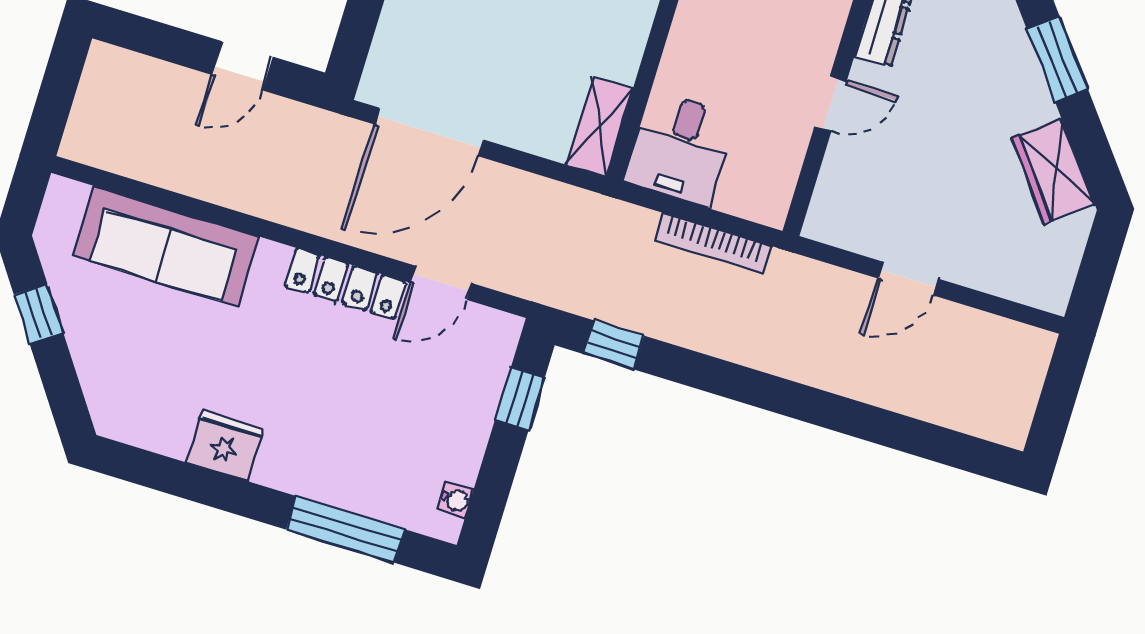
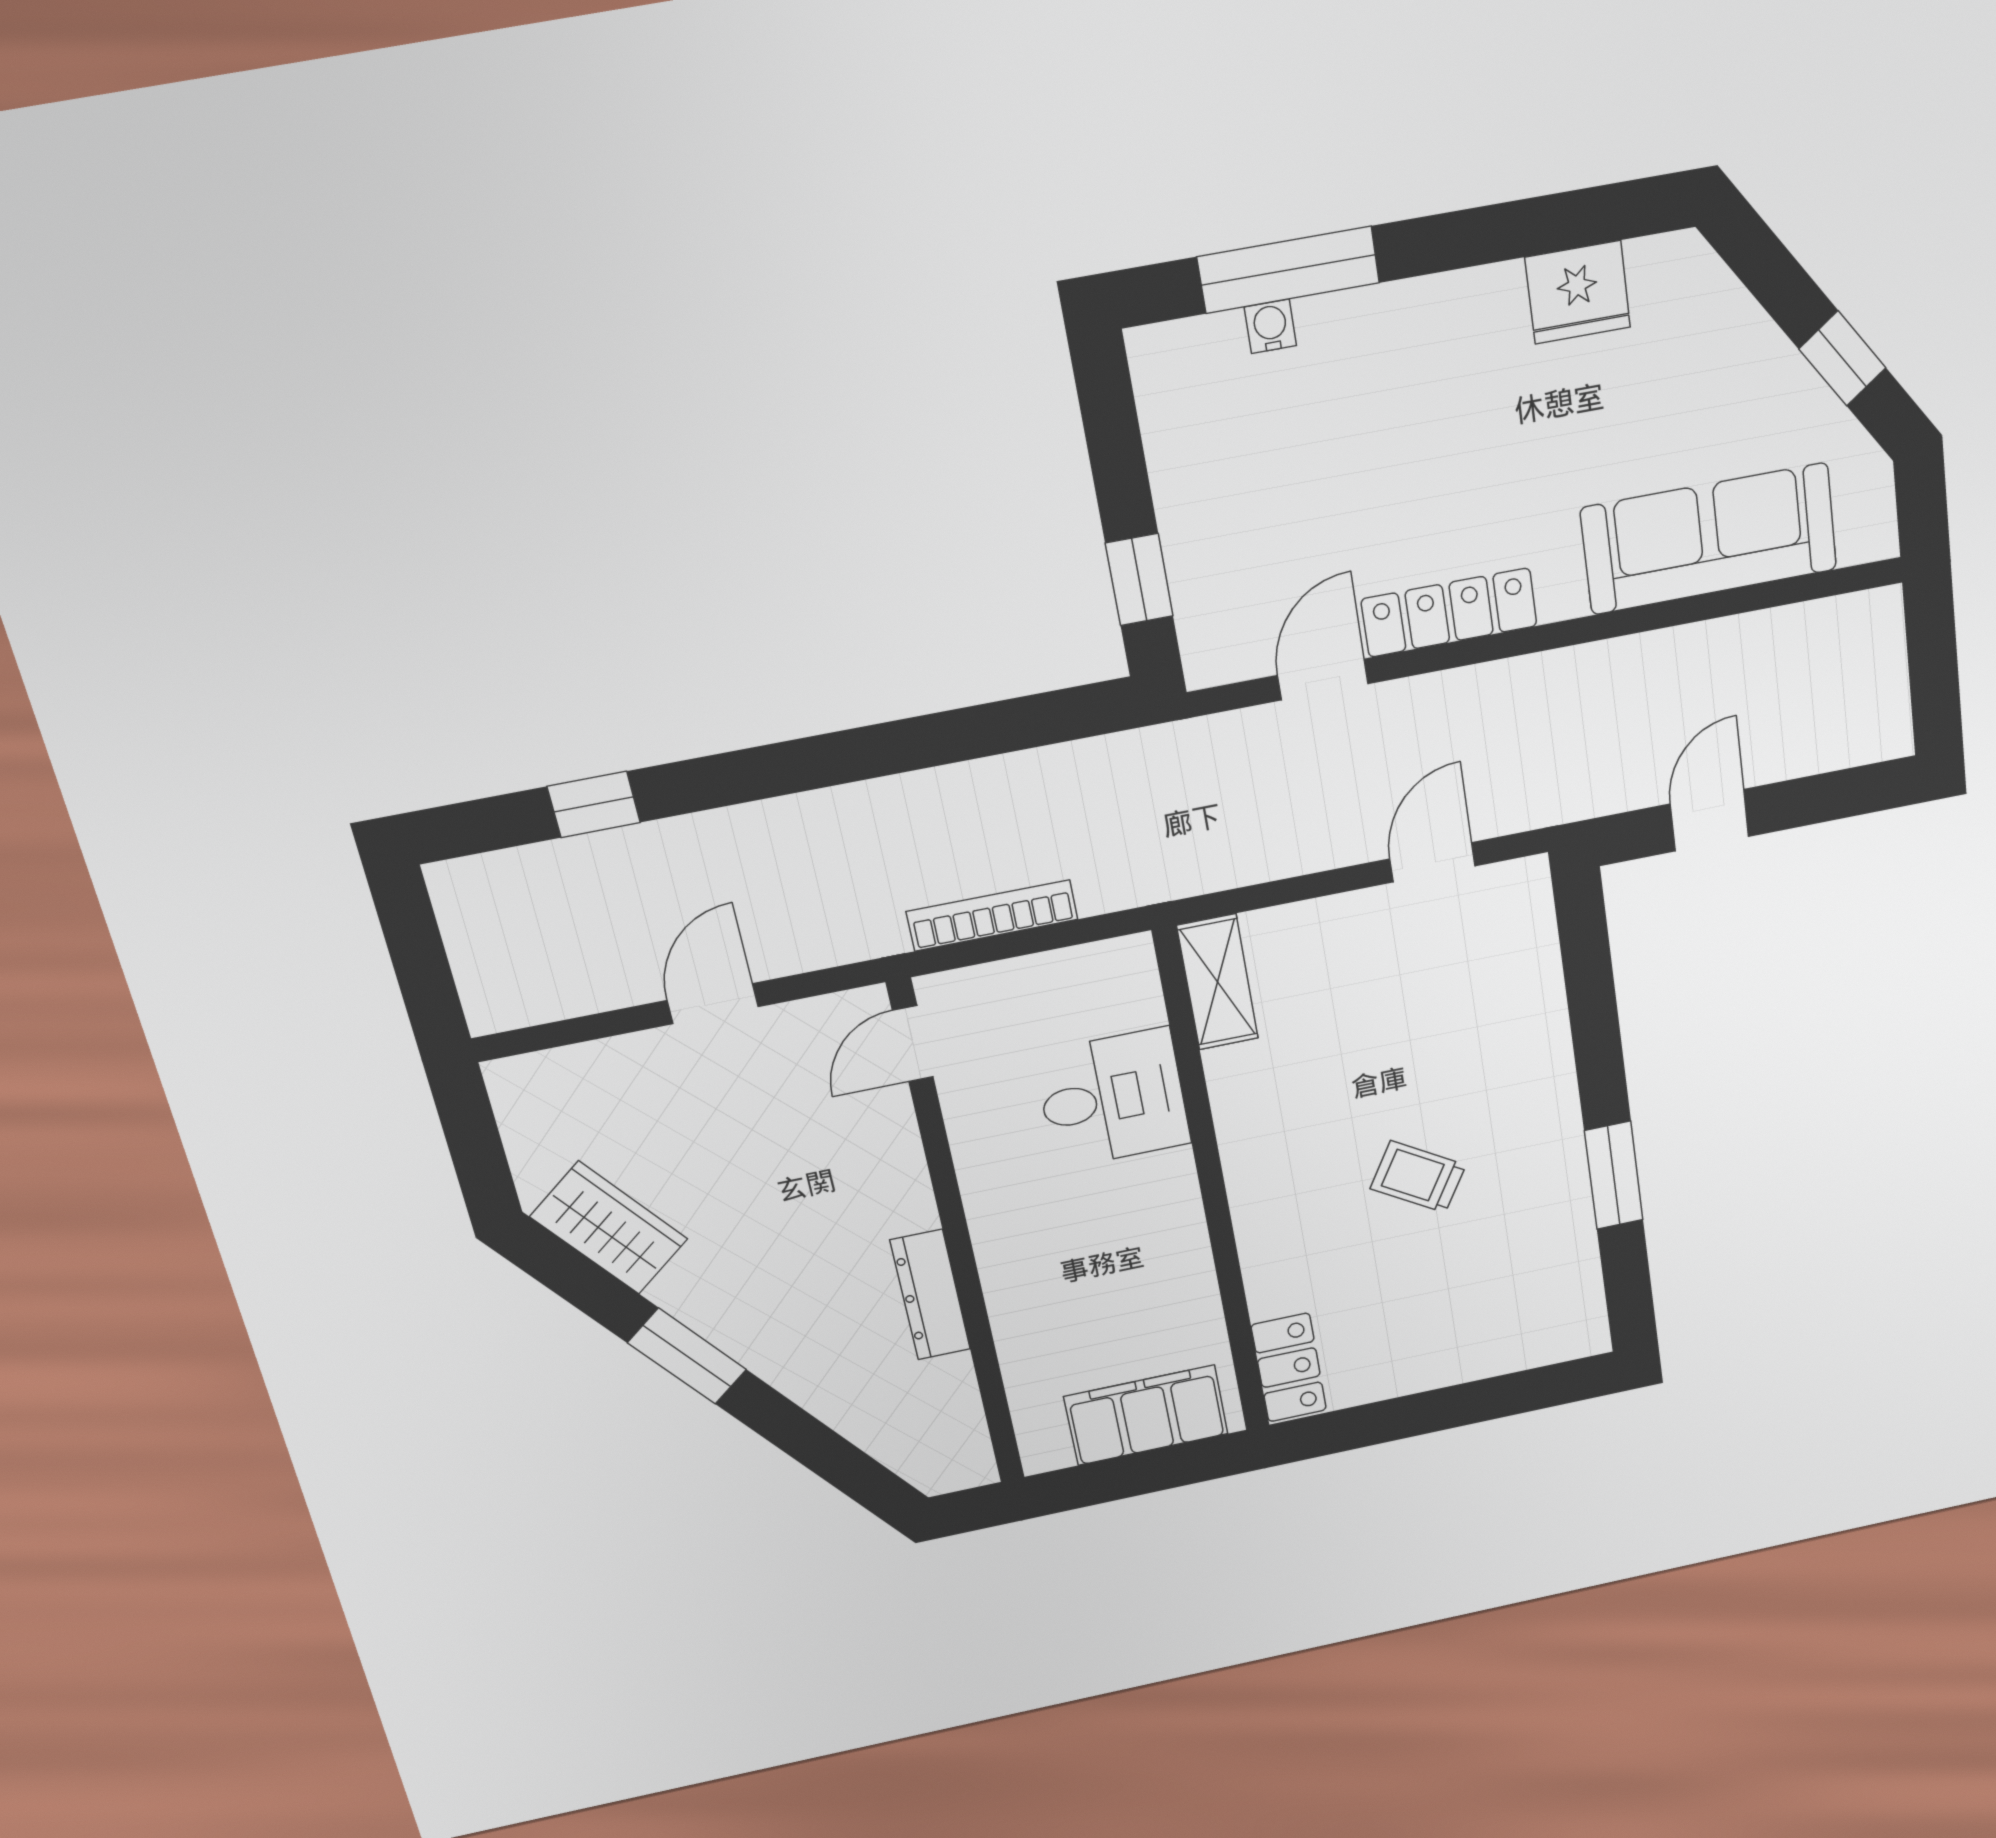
door: (831, 104) -> (913, 1044), moved
door: (429, 132) -> (1432, 862), width x0.53
desk: (680, 149) -> (1113, 1098), moved, turned 90
window: (614, 345) -> (594, 804), moved
fridge: (225, 446) -> (1578, 292), moved
water cooler: (455, 500) -> (1270, 326), moved, turned 90

